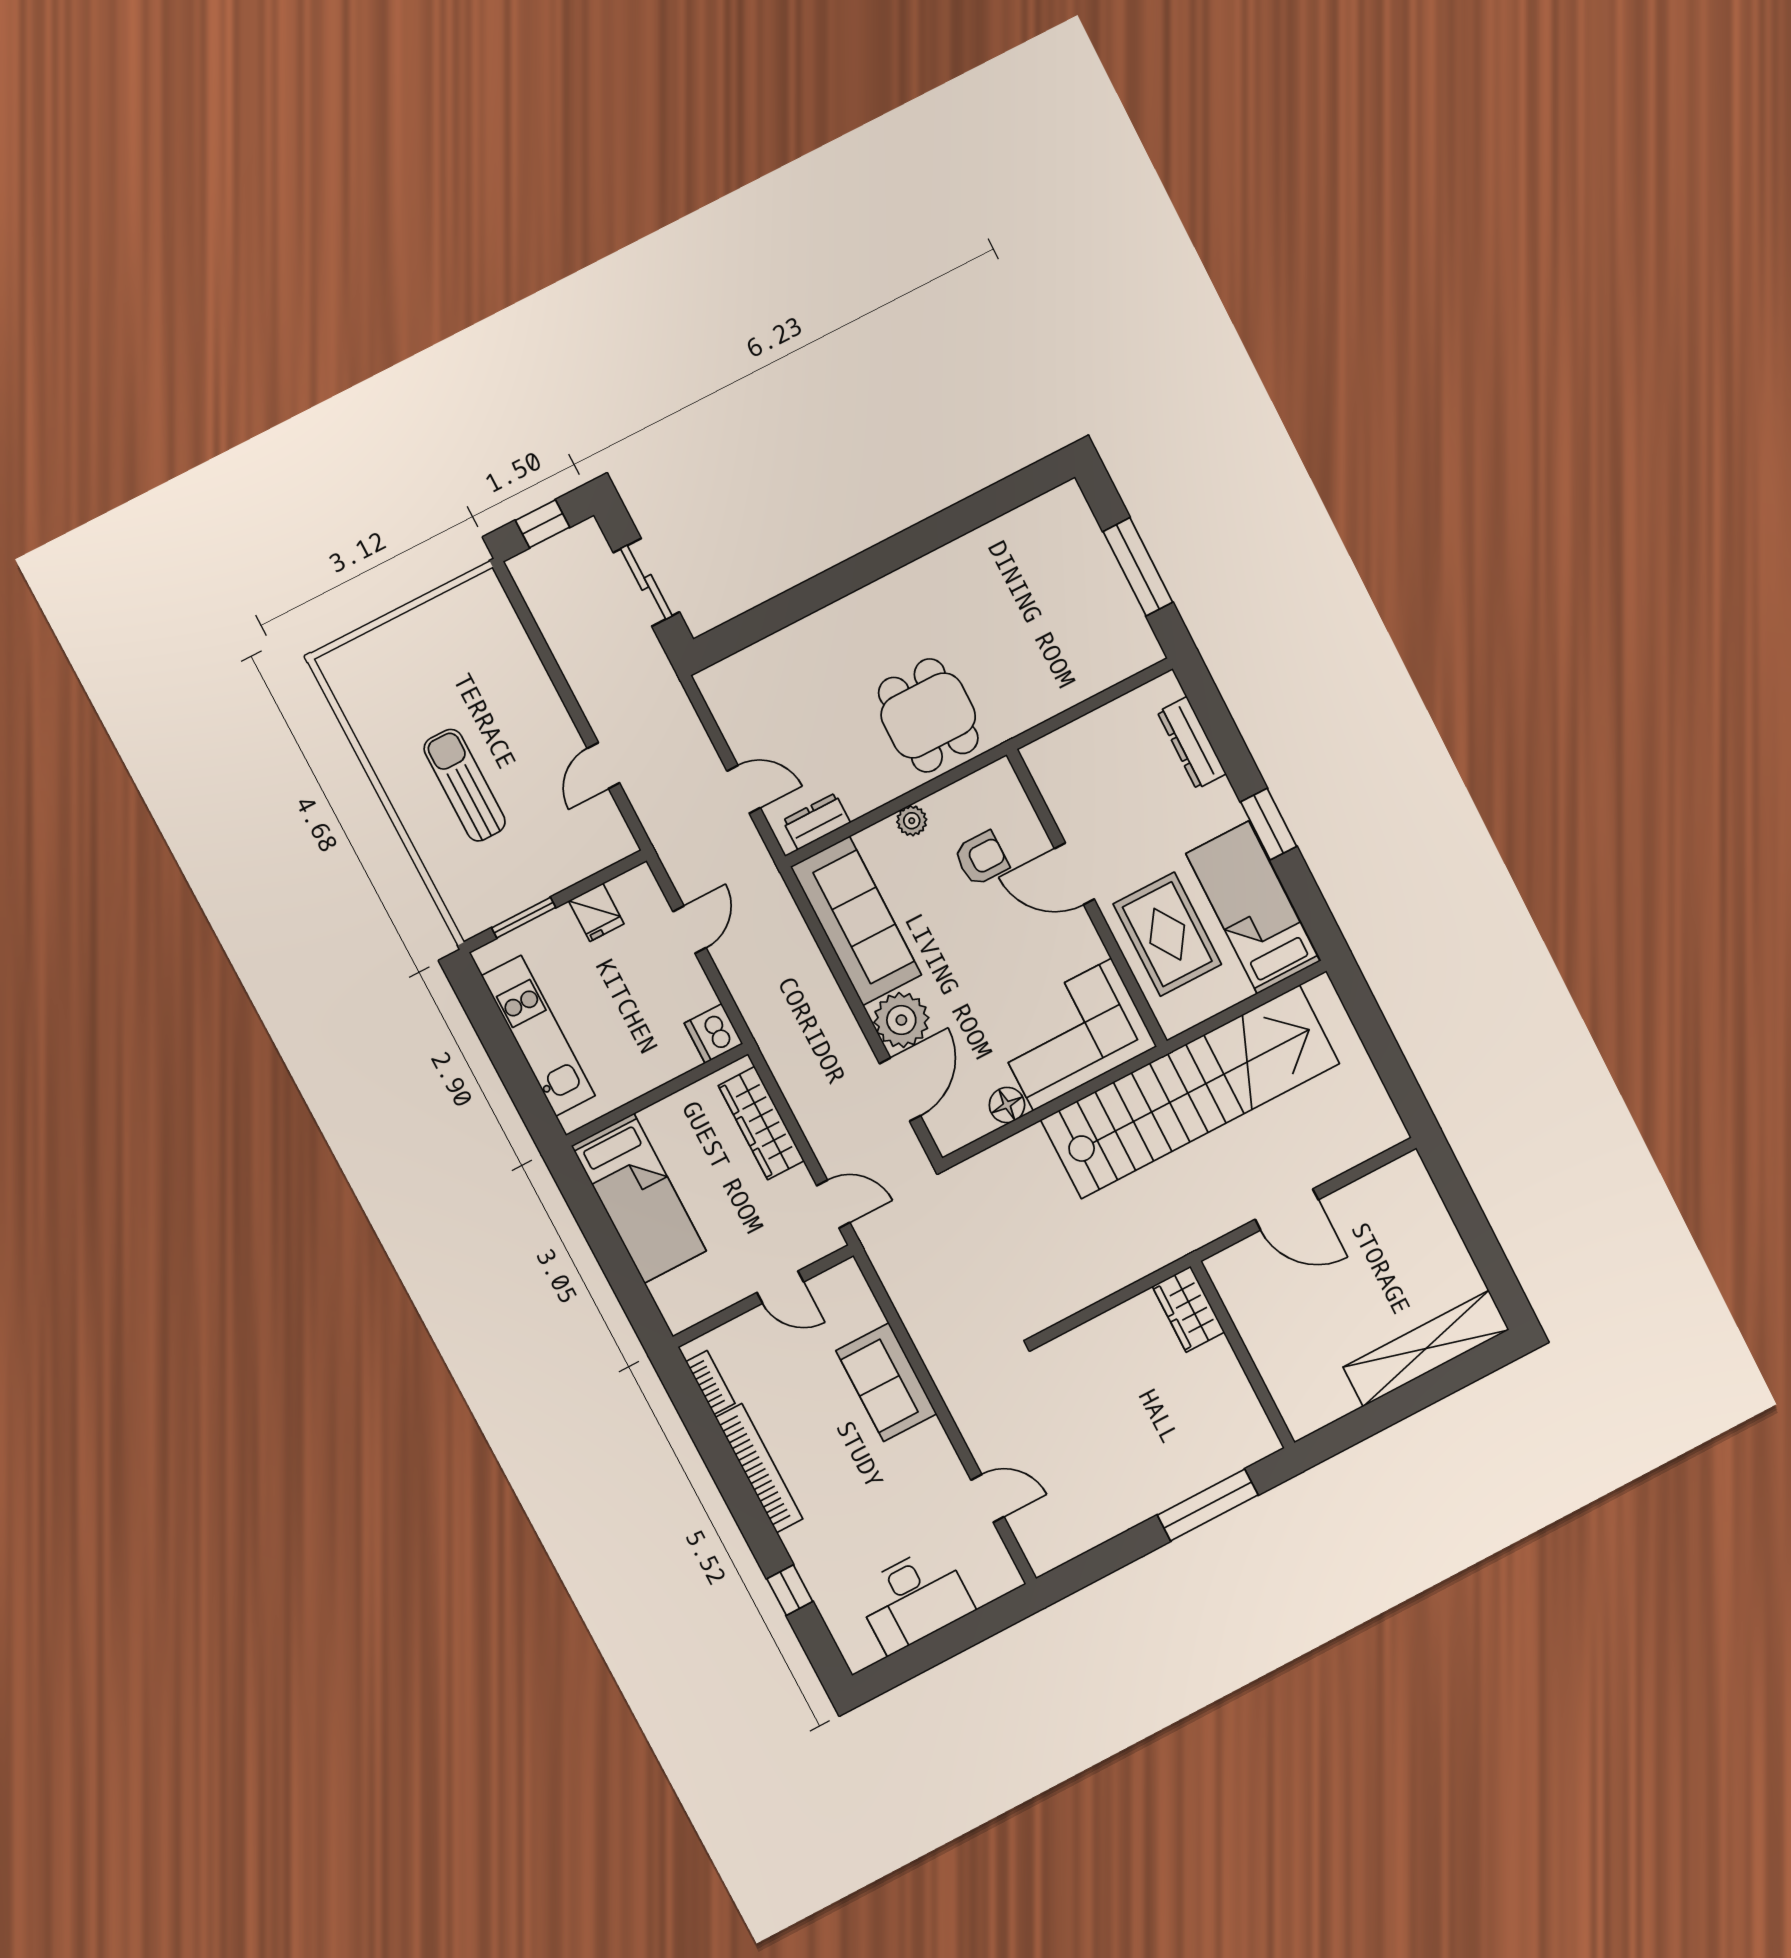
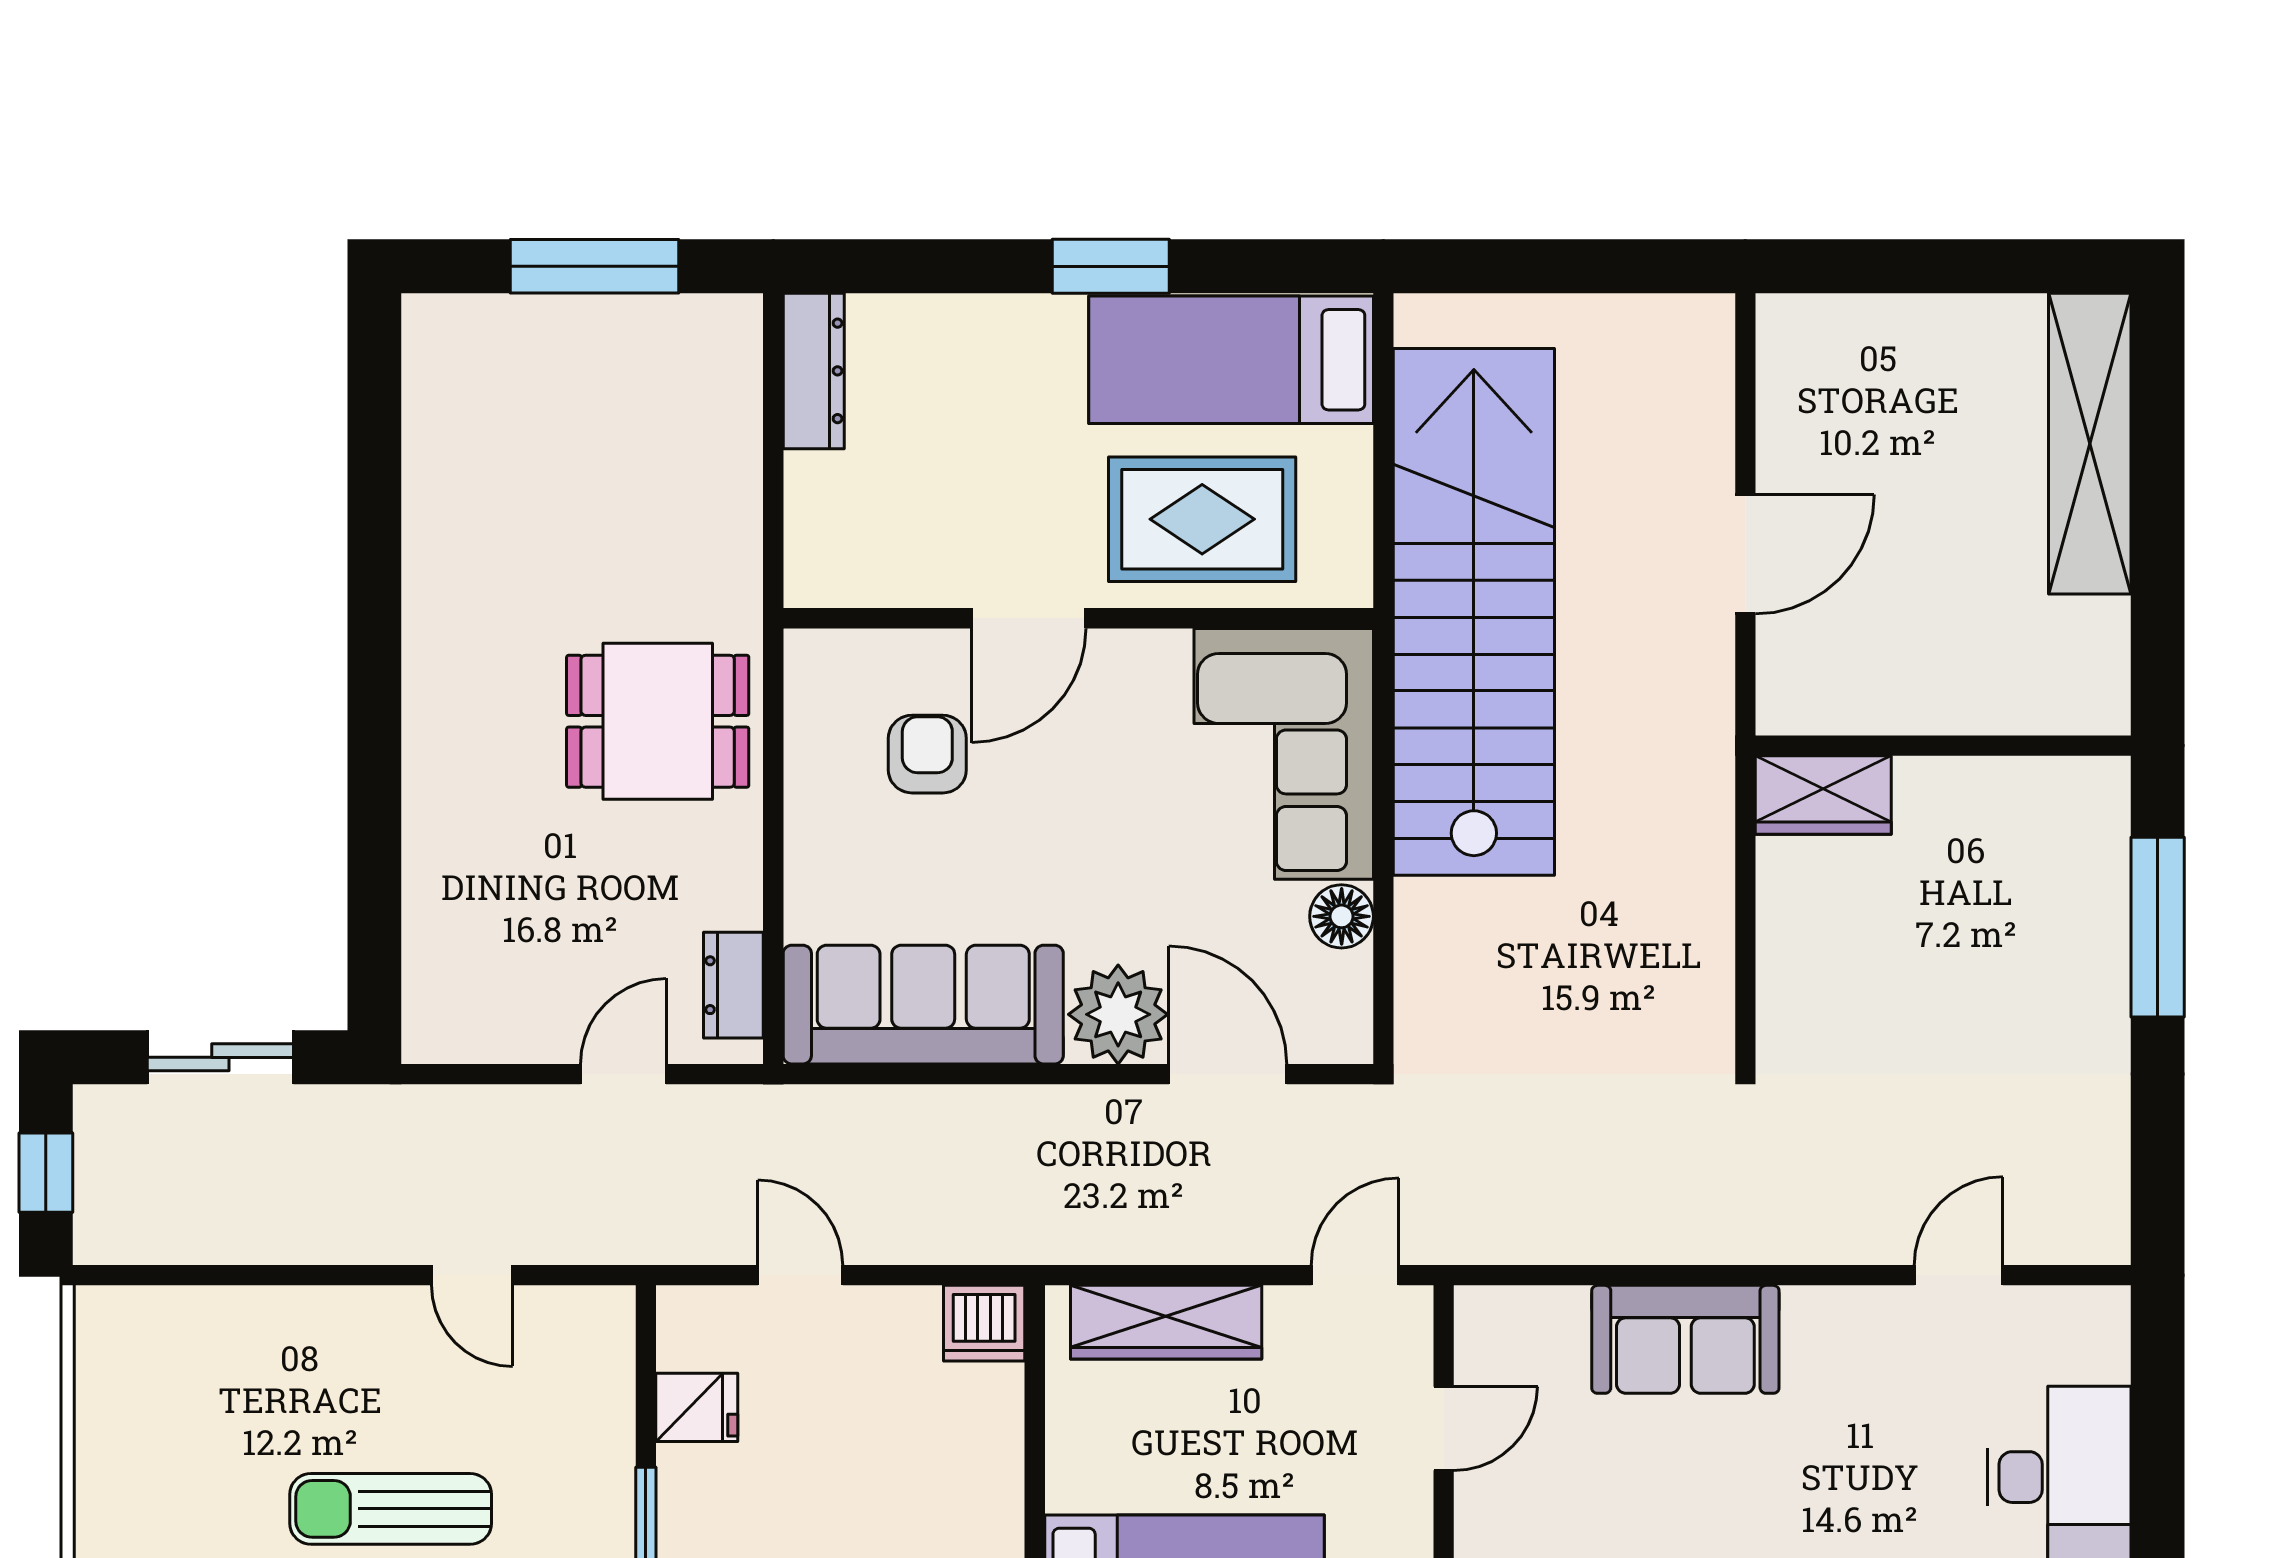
dresser: (1192, 743) -> (814, 371), moved, turned -90
plant: (912, 821) -> (810, 834), removed

